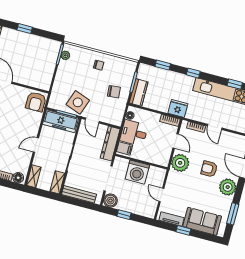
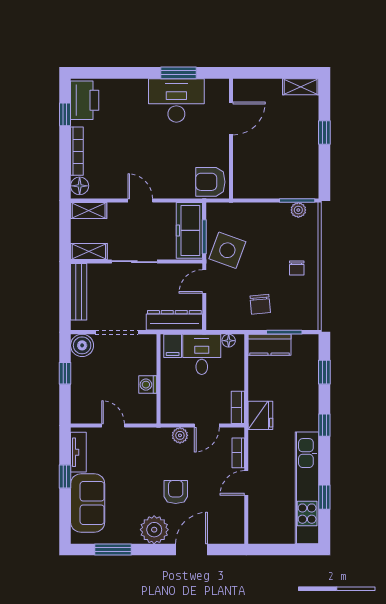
plant: (180, 163) -> (180, 435), width x0.53, depth x0.53
washing machine: (137, 172) -> (148, 385), width x0.53, depth x0.53
door: (161, 195) -> (113, 426), hinge flipped

